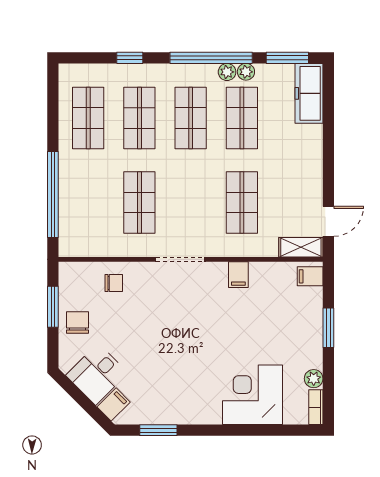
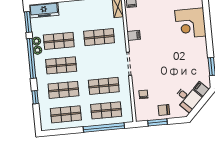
shop shelf: (88, 202) -> (106, 110), added

